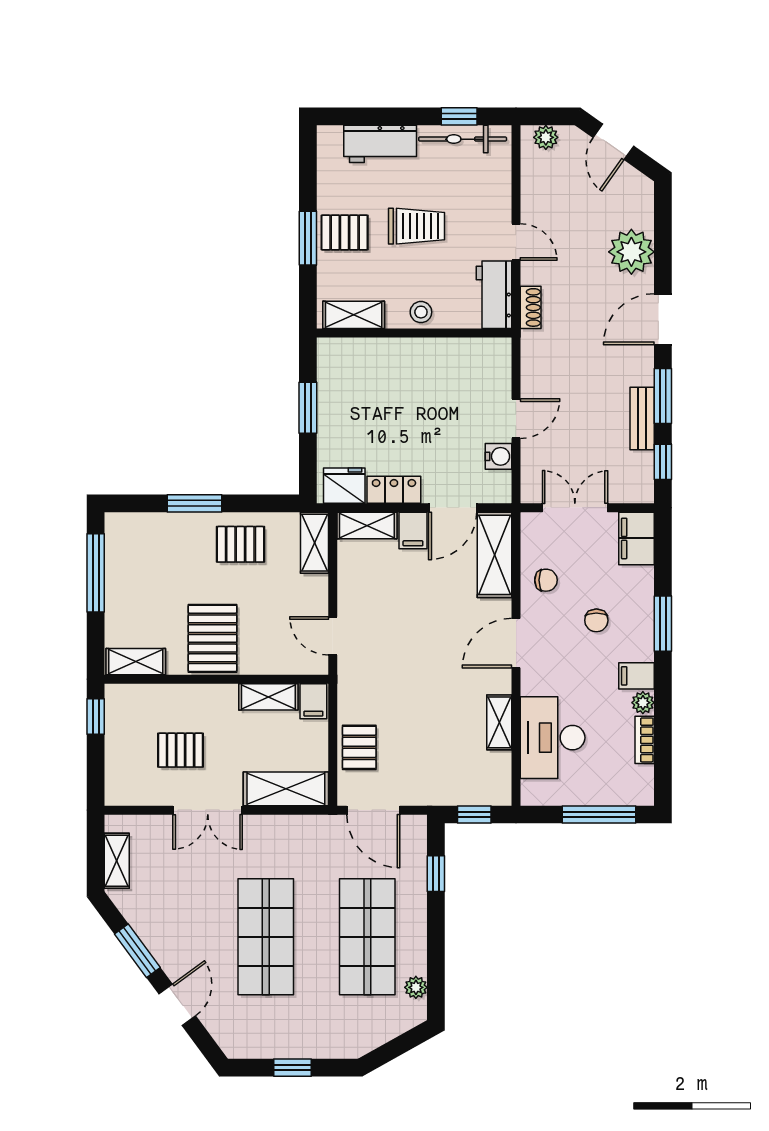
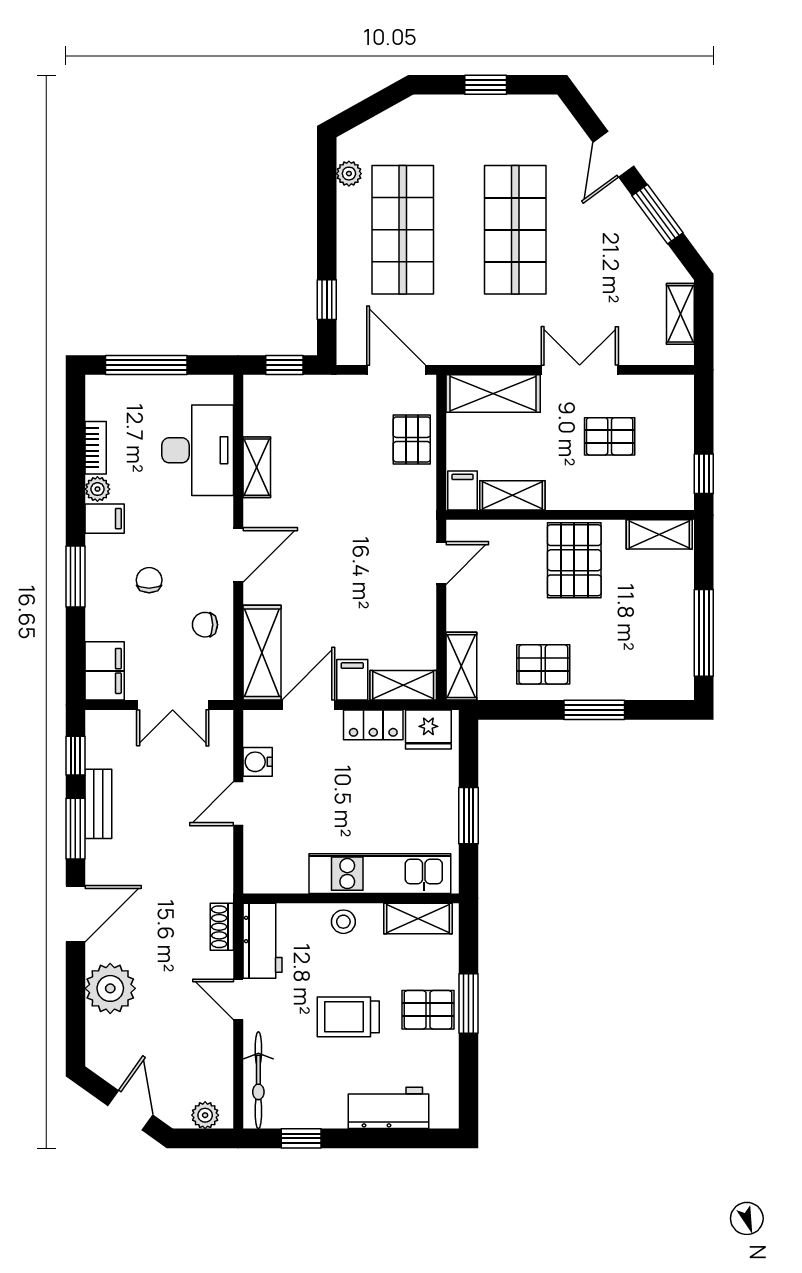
bicycle: (463, 139) -> (258, 1080), moved, turned 90
kitchen unit: (388, 355) -> (380, 874), added
door: (333, 636) -> (441, 563), hinge flipped

